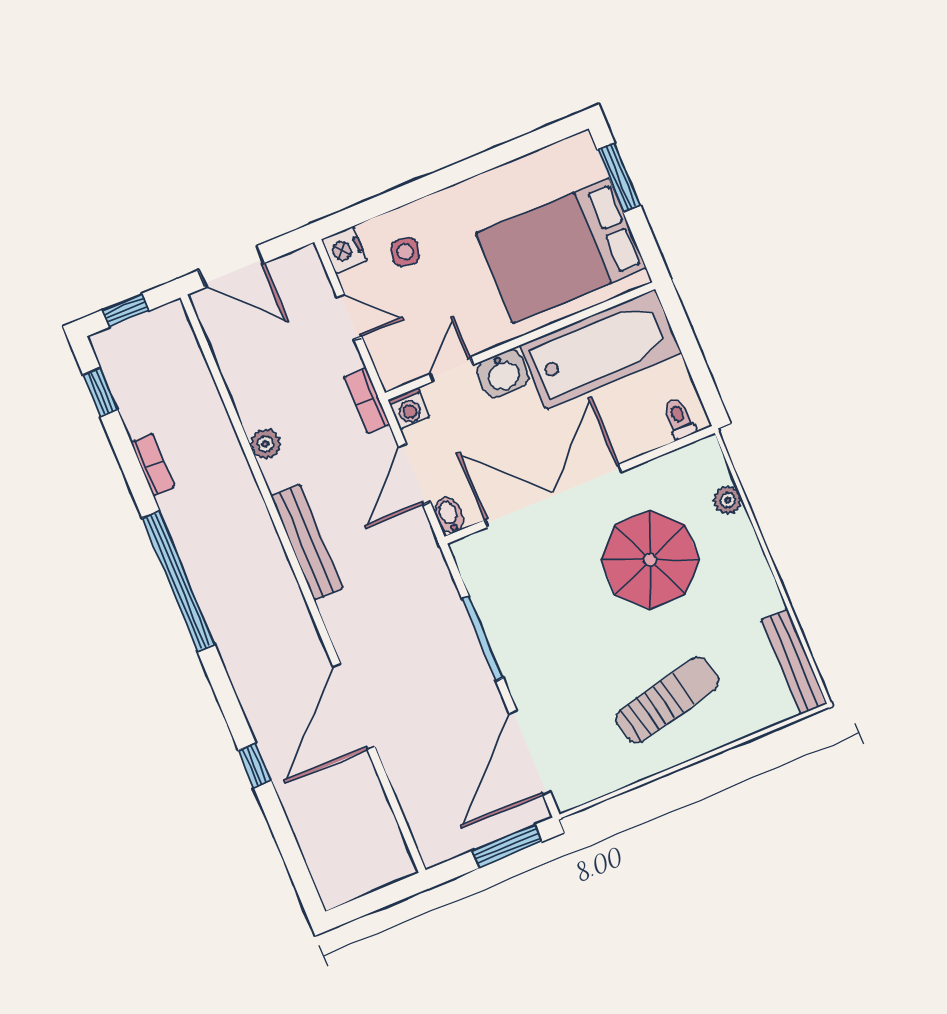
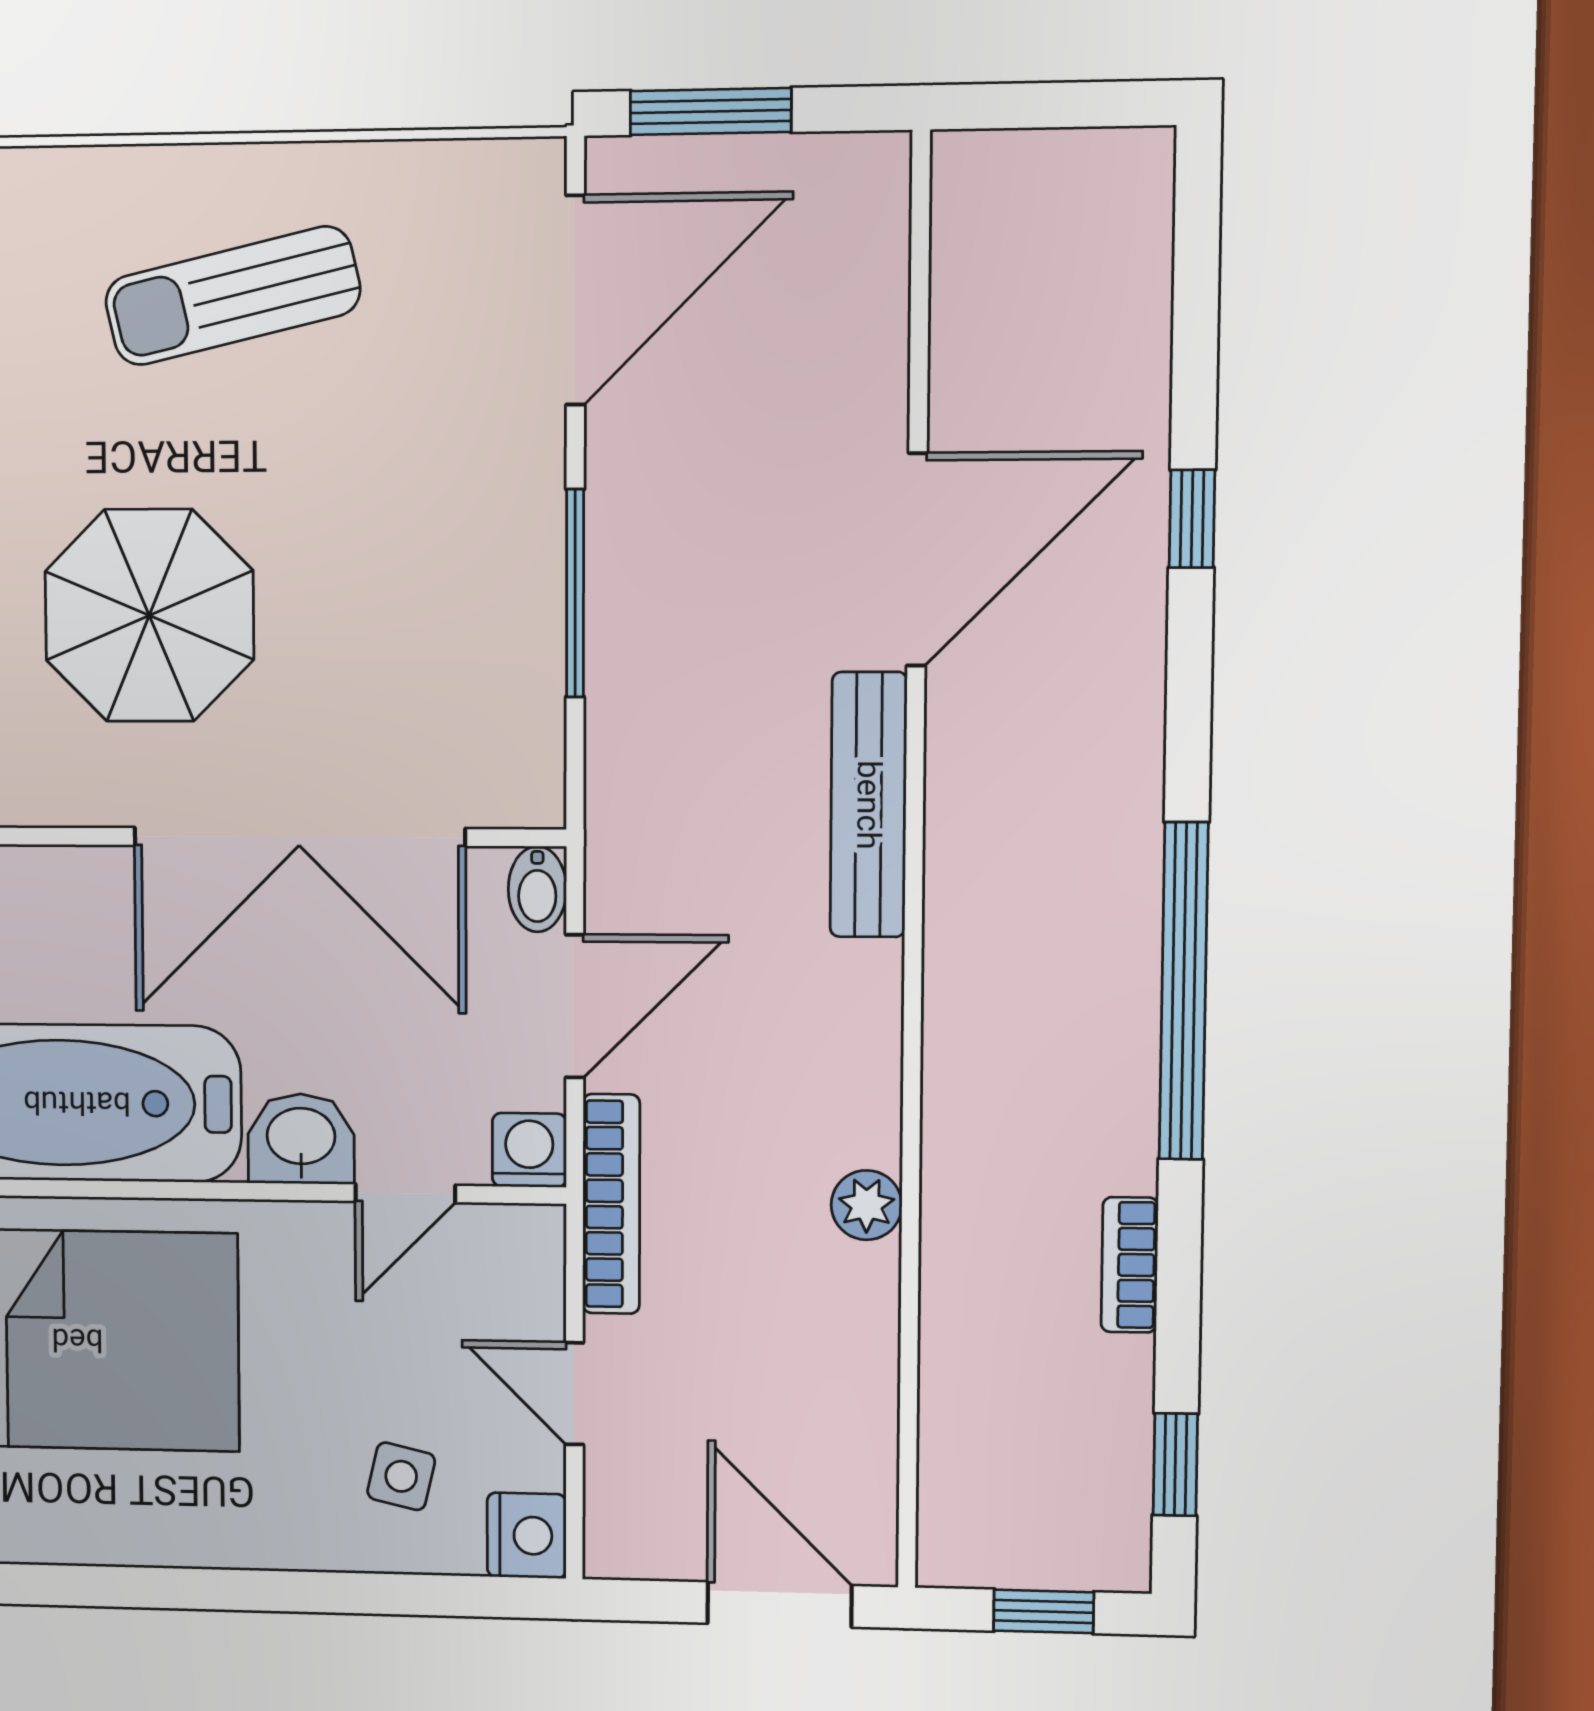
bookcase: (367, 401) -> (611, 1204), width x1.56
bench: (307, 542) -> (869, 805), moved

